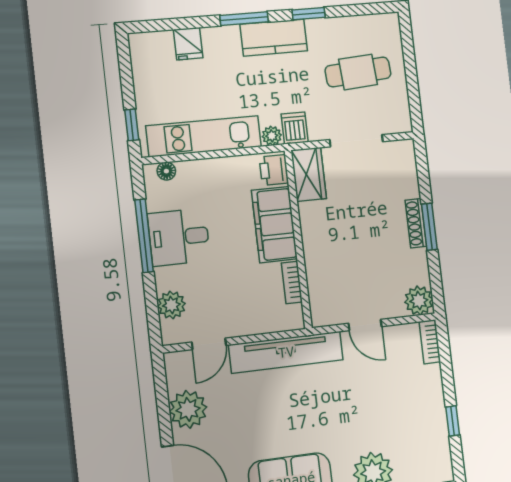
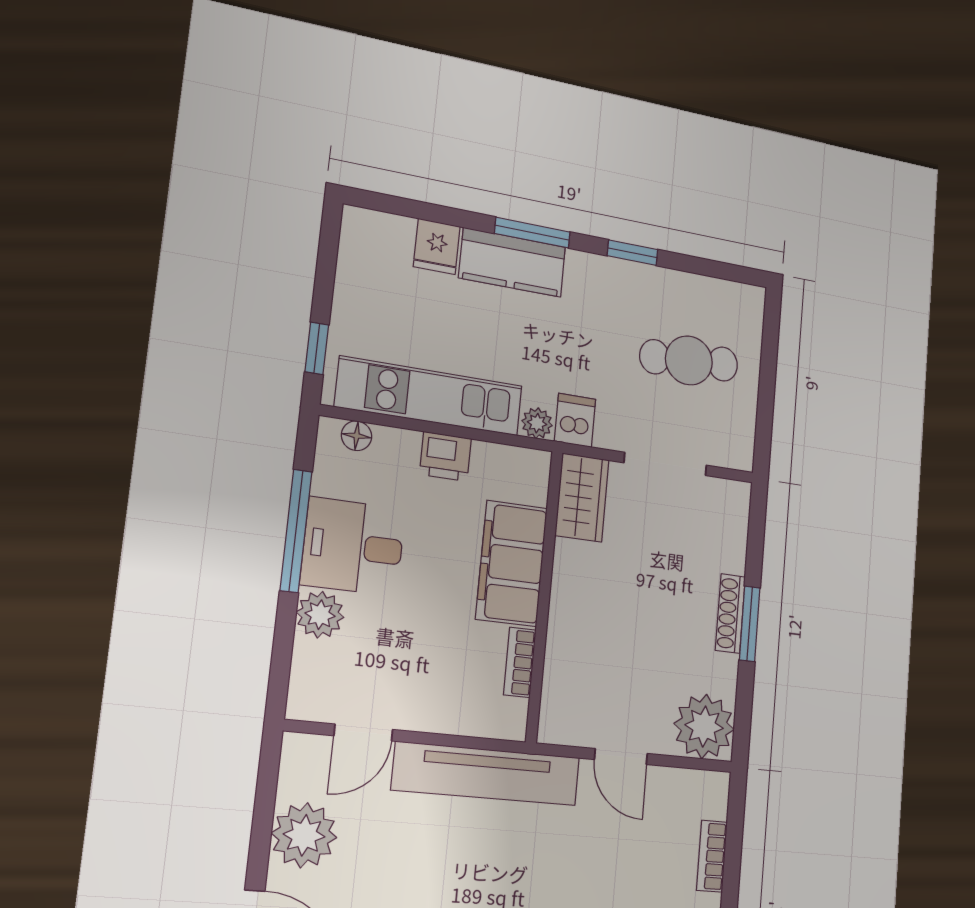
kitchen counter: (274, 38) -> (512, 262), moved
printer: (274, 170) -> (445, 456), moved, turned -90
plant: (419, 301) -> (704, 727), width x1.36, depth x1.36
plant: (171, 305) -> (320, 615), moved
bookcase: (430, 342) -> (712, 856), moved

